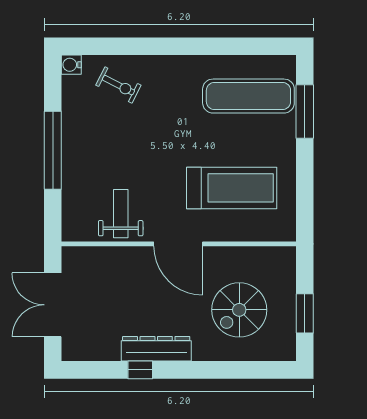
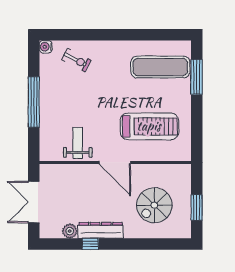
plant: (108, 350) -> (70, 231), added

